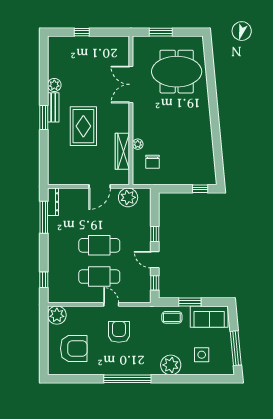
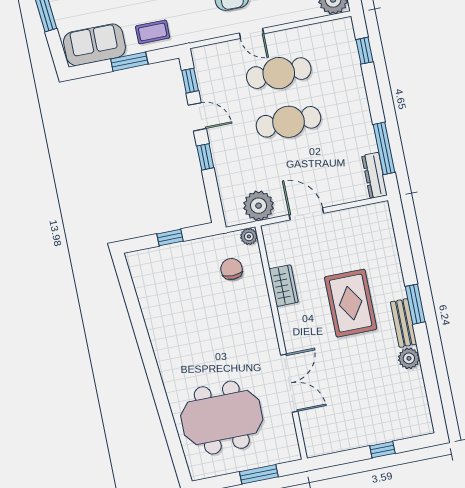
plant: (138, 144) -> (249, 236), moved
wardrobe: (122, 151) -> (284, 286), width x0.67
door: (100, 186) -> (306, 214), hinge flipped
window: (200, 189) -> (170, 238), moved

